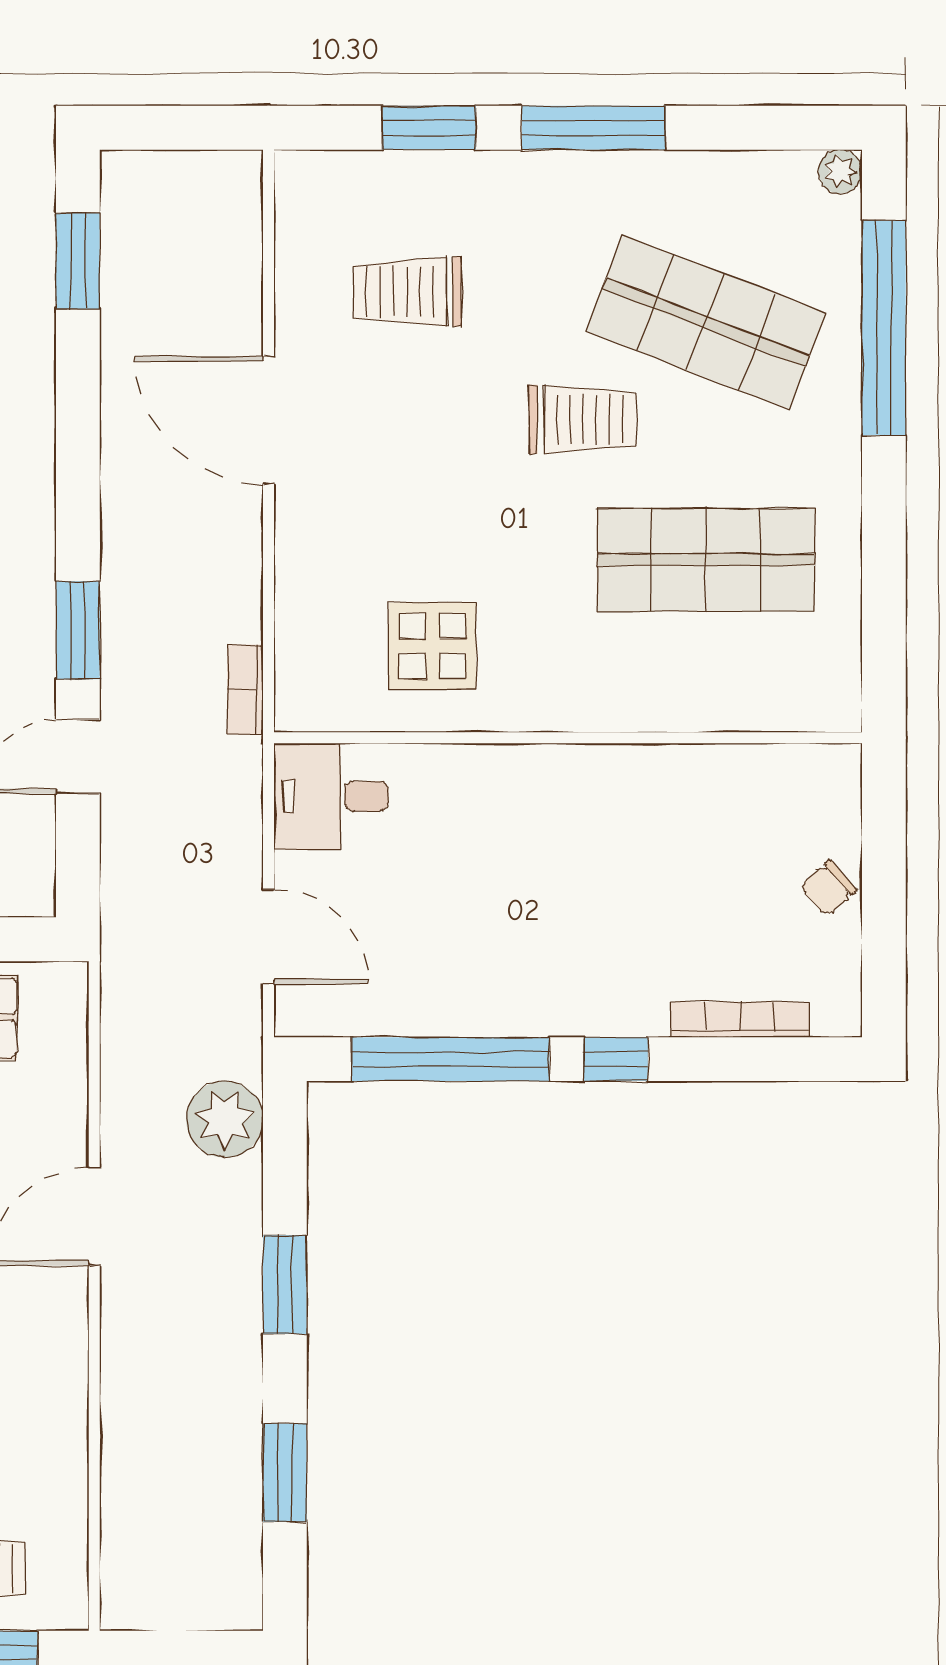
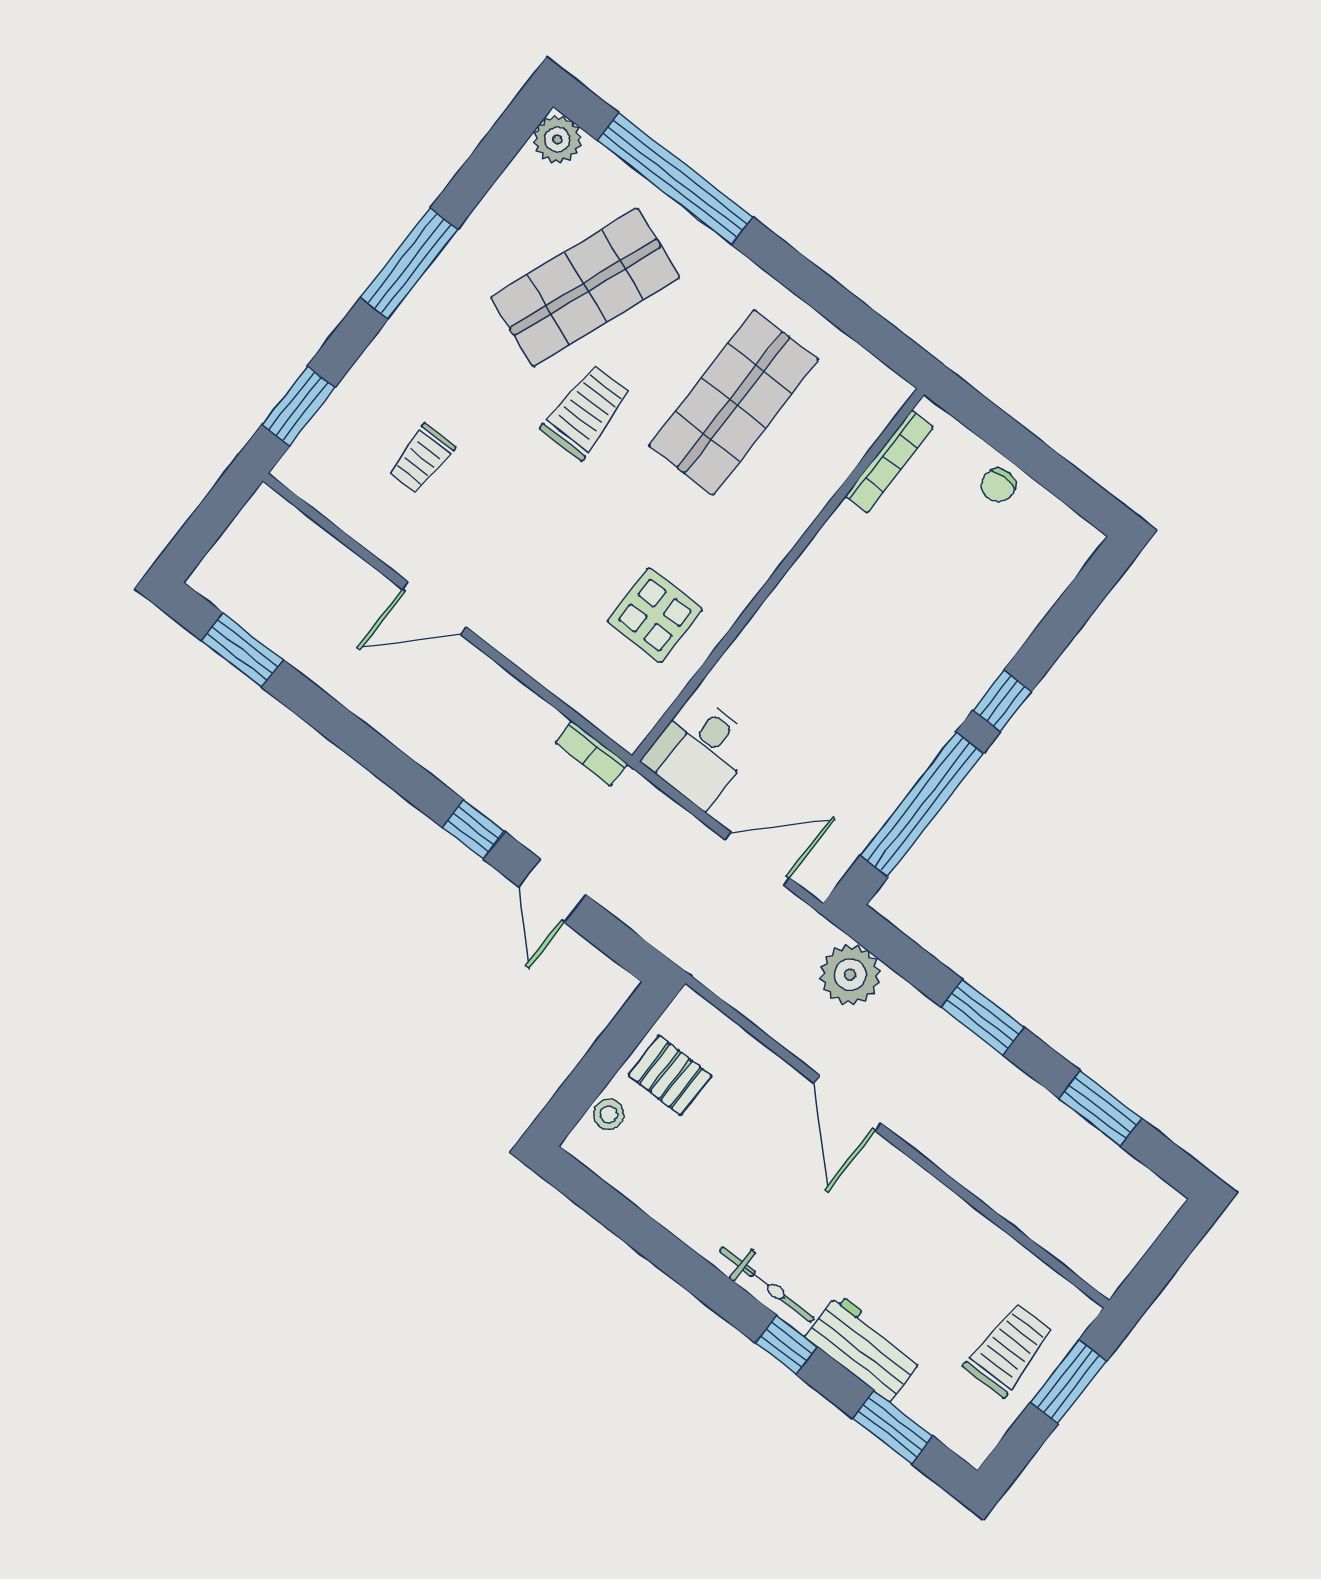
window: (429, 128) -> (299, 406), moved
plant: (840, 172) -> (557, 139), width x1.38, depth x1.38
trolley: (408, 292) -> (421, 459), width x0.73, depth x0.72
door: (269, 420) -> (434, 608), width x0.73
window: (78, 630) -> (473, 829), width x0.67
chair: (828, 888) -> (998, 485), turned 41
bookcase: (740, 1020) -> (889, 461), moved, turned 180

